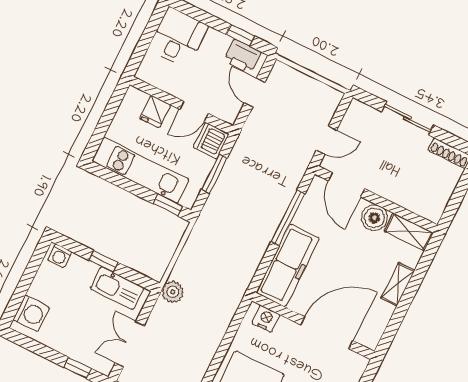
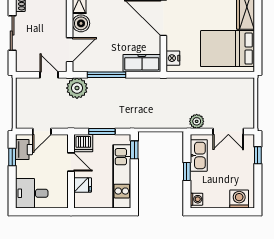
plant: (290, 169) -> (77, 88), added
freezer: (288, 266) -> (142, 63), width x0.73, depth x0.79
plant: (173, 292) -> (197, 121), moved

